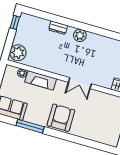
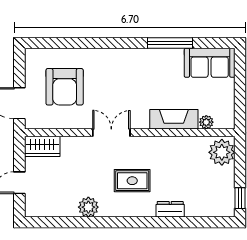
plant: (80, 35) -> (88, 207), moved
rug: (76, 51) -> (132, 181), added
armchair: (61, 118) -> (65, 87), moved

